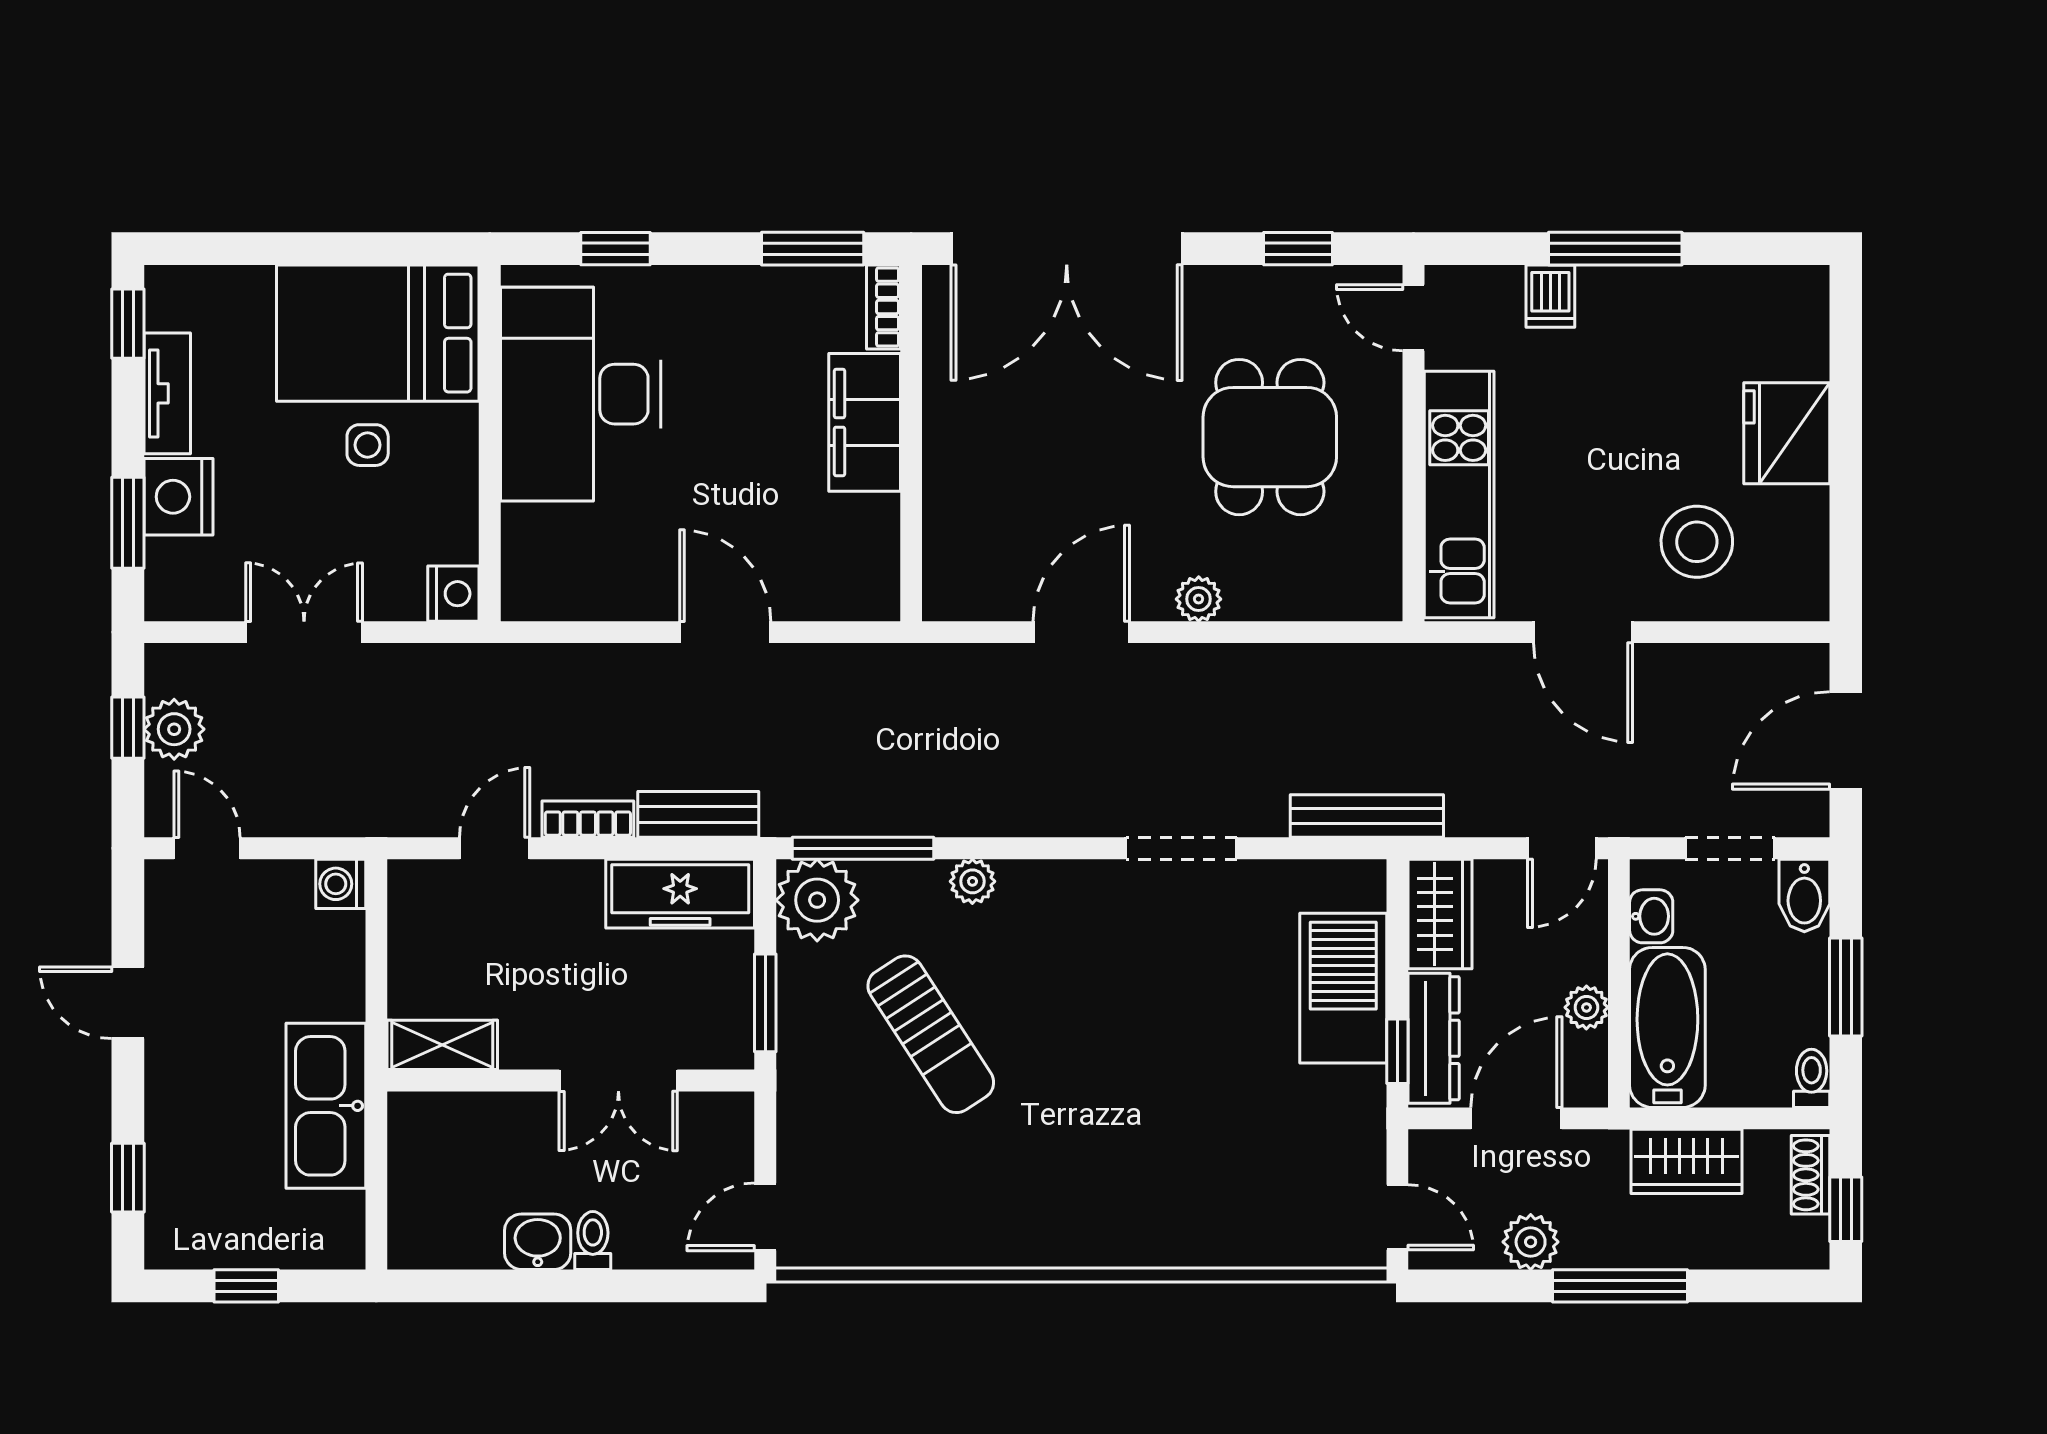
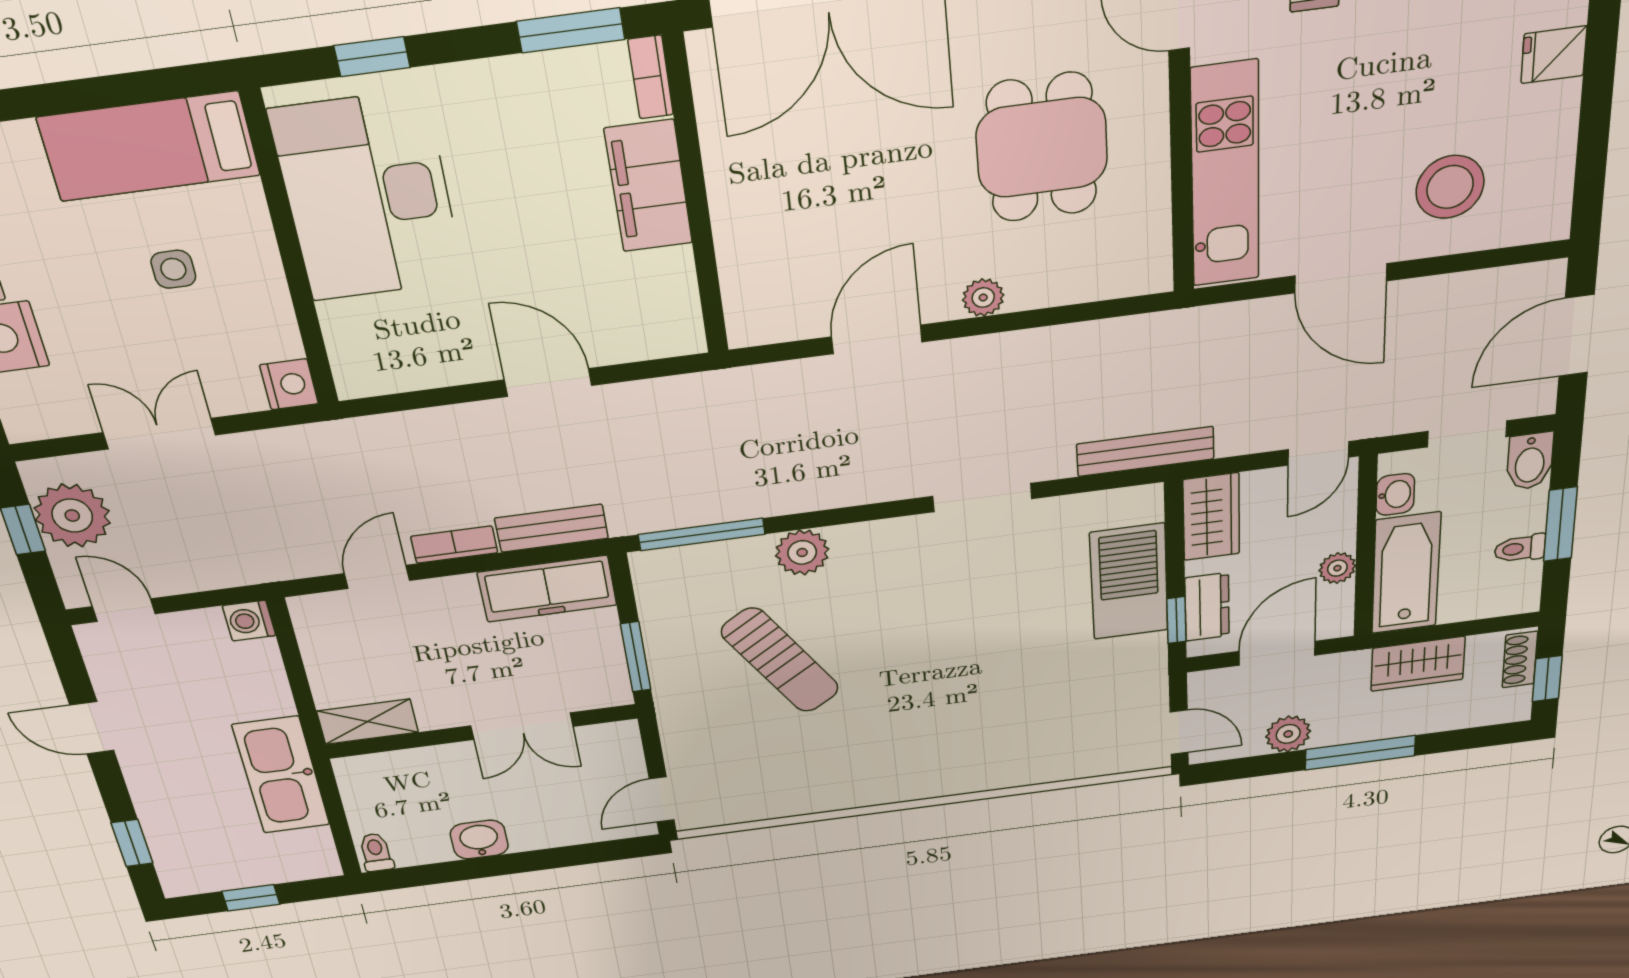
bed: (378, 333) -> (149, 146), width x0.67
fridge: (1787, 433) -> (1554, 55), width x0.53, depth x0.75
plant: (174, 729) -> (72, 516), width x1.36, depth x1.36
plant: (972, 881) -> (802, 552), width x1.38, depth x1.38
plant: (817, 900) -> (668, 578), removed
dresser: (1434, 1038) -> (1207, 607), width x0.70
toilet: (1812, 1078) -> (1520, 548), moved, turned -90
toilet: (593, 1241) -> (376, 852), moved

